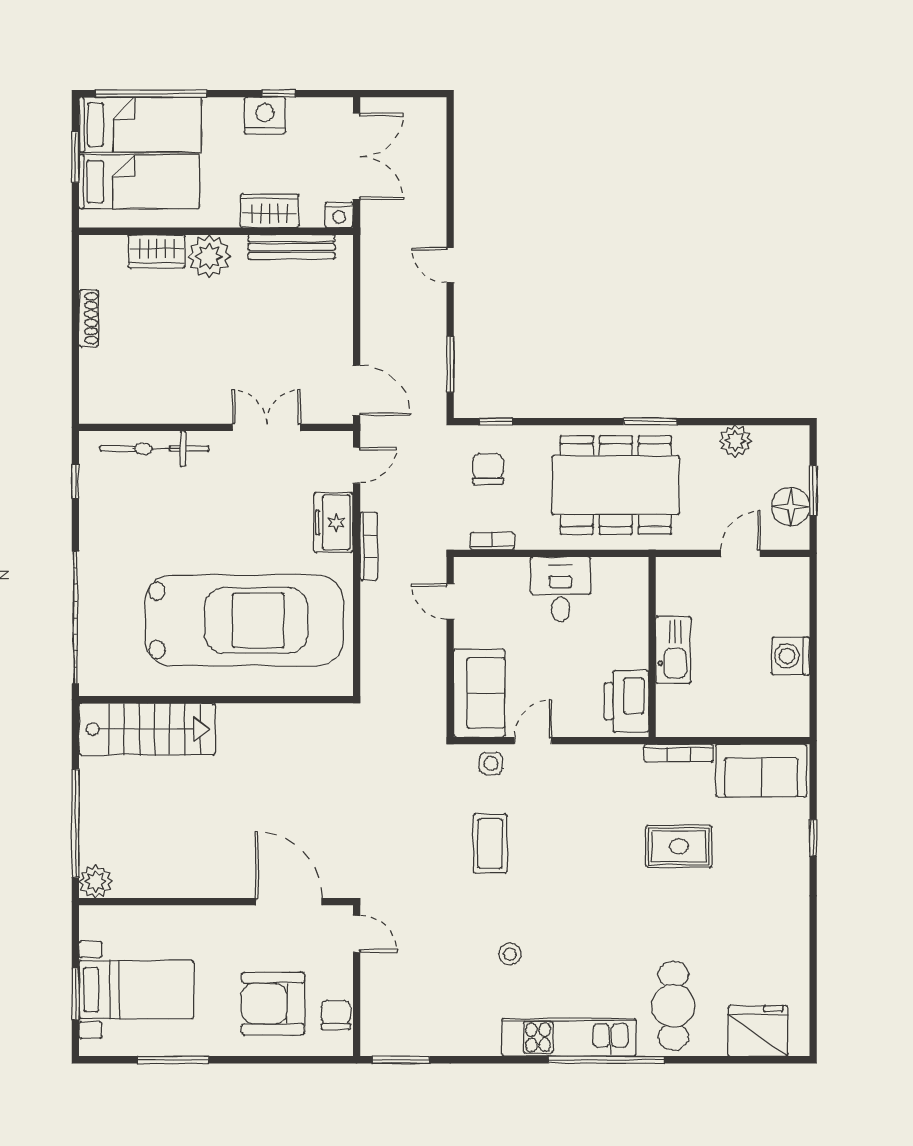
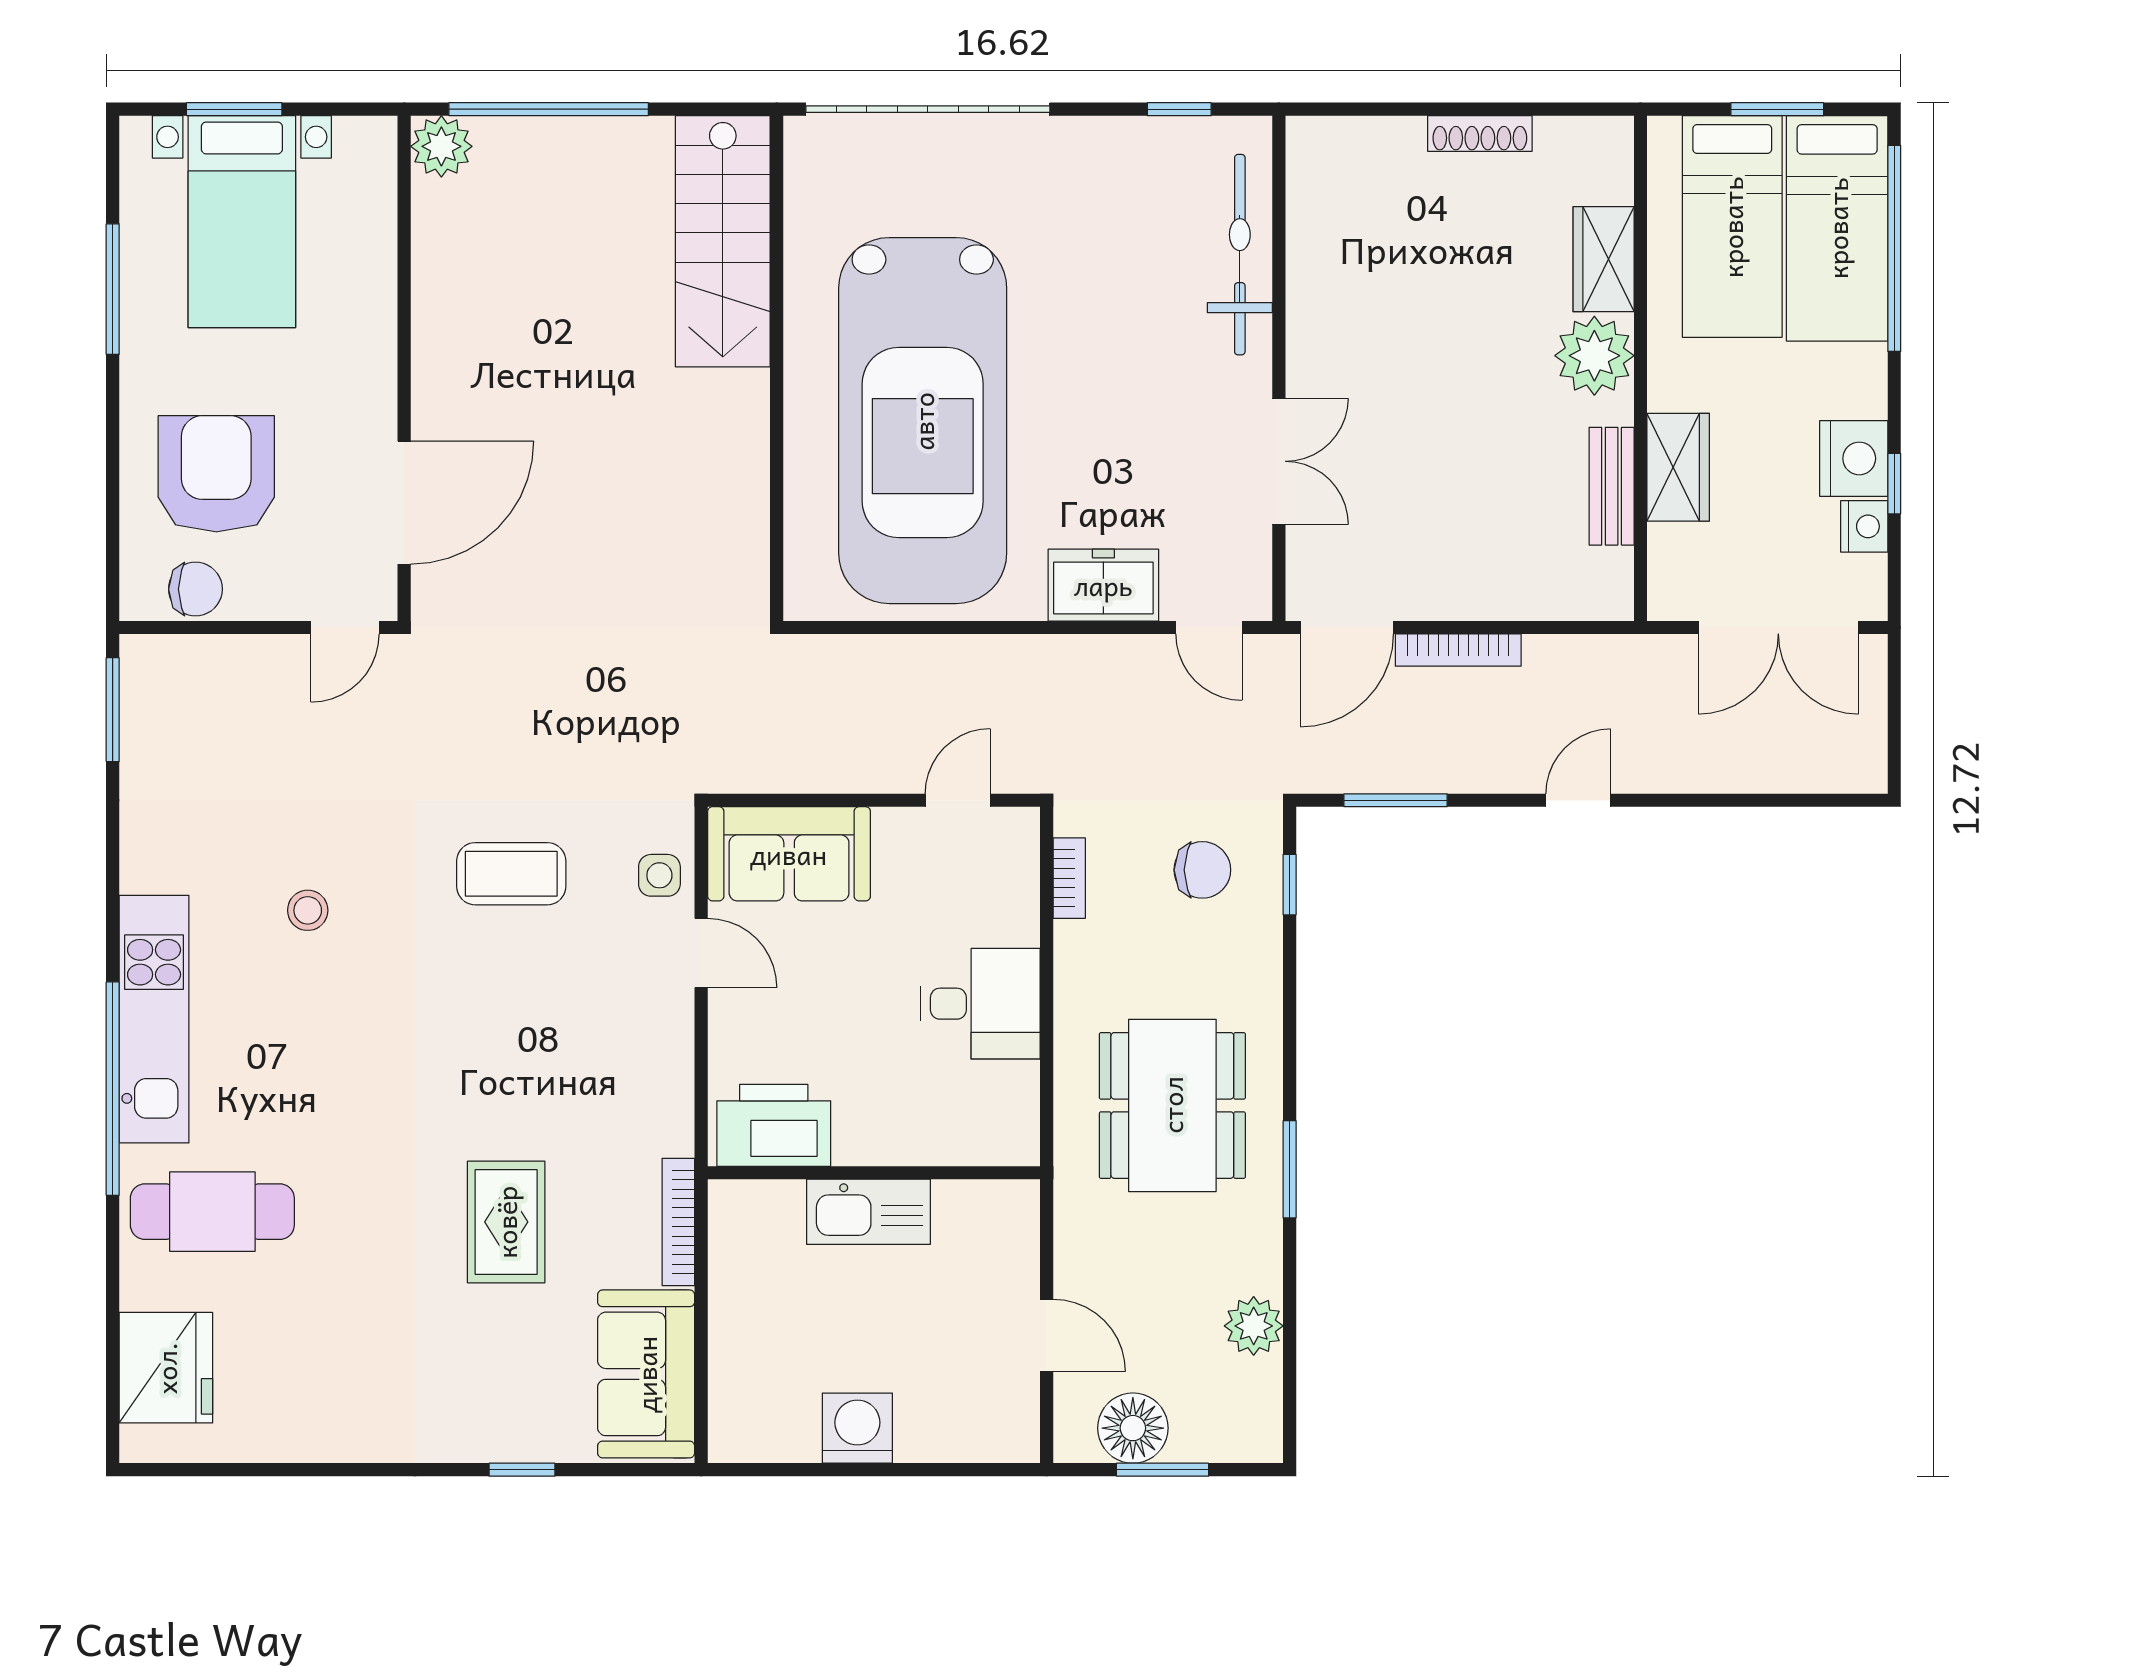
nightstand: (339, 215) -> (1864, 526), moved, turned 180
bench: (291, 247) -> (1612, 486), width x0.73
dining table: (616, 485) -> (1172, 1105), width x0.73, depth x0.80
bookcase: (369, 546) -> (1458, 650), moved

